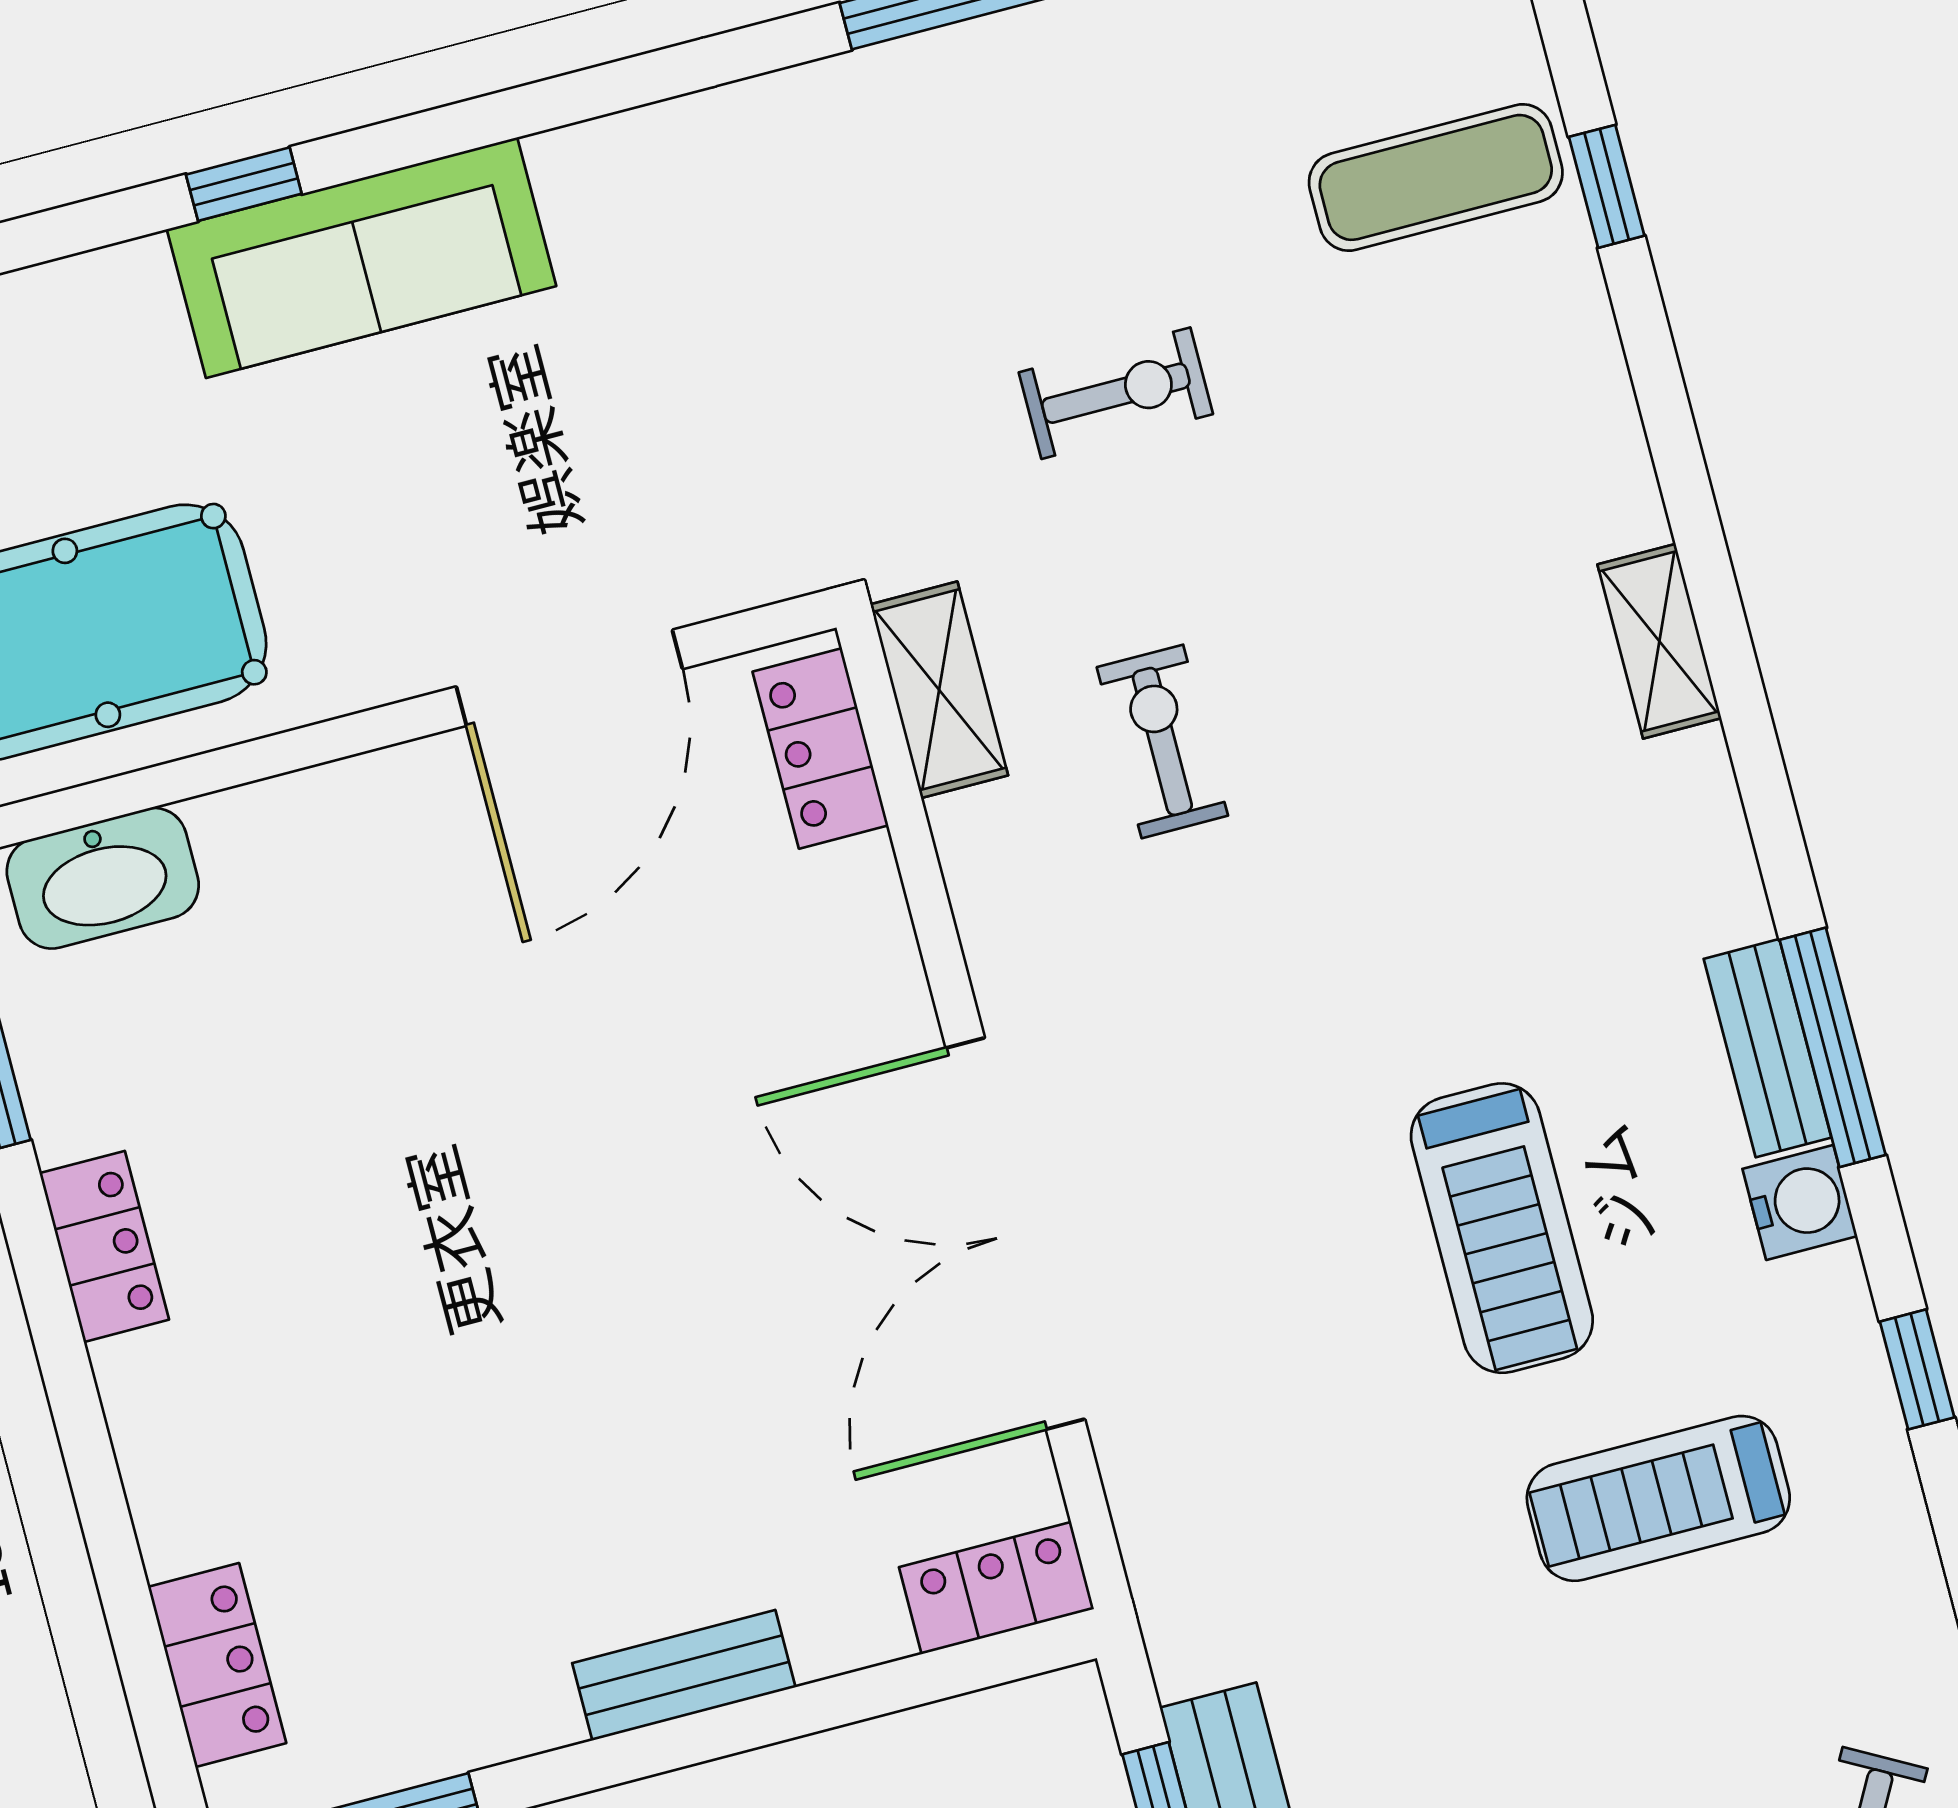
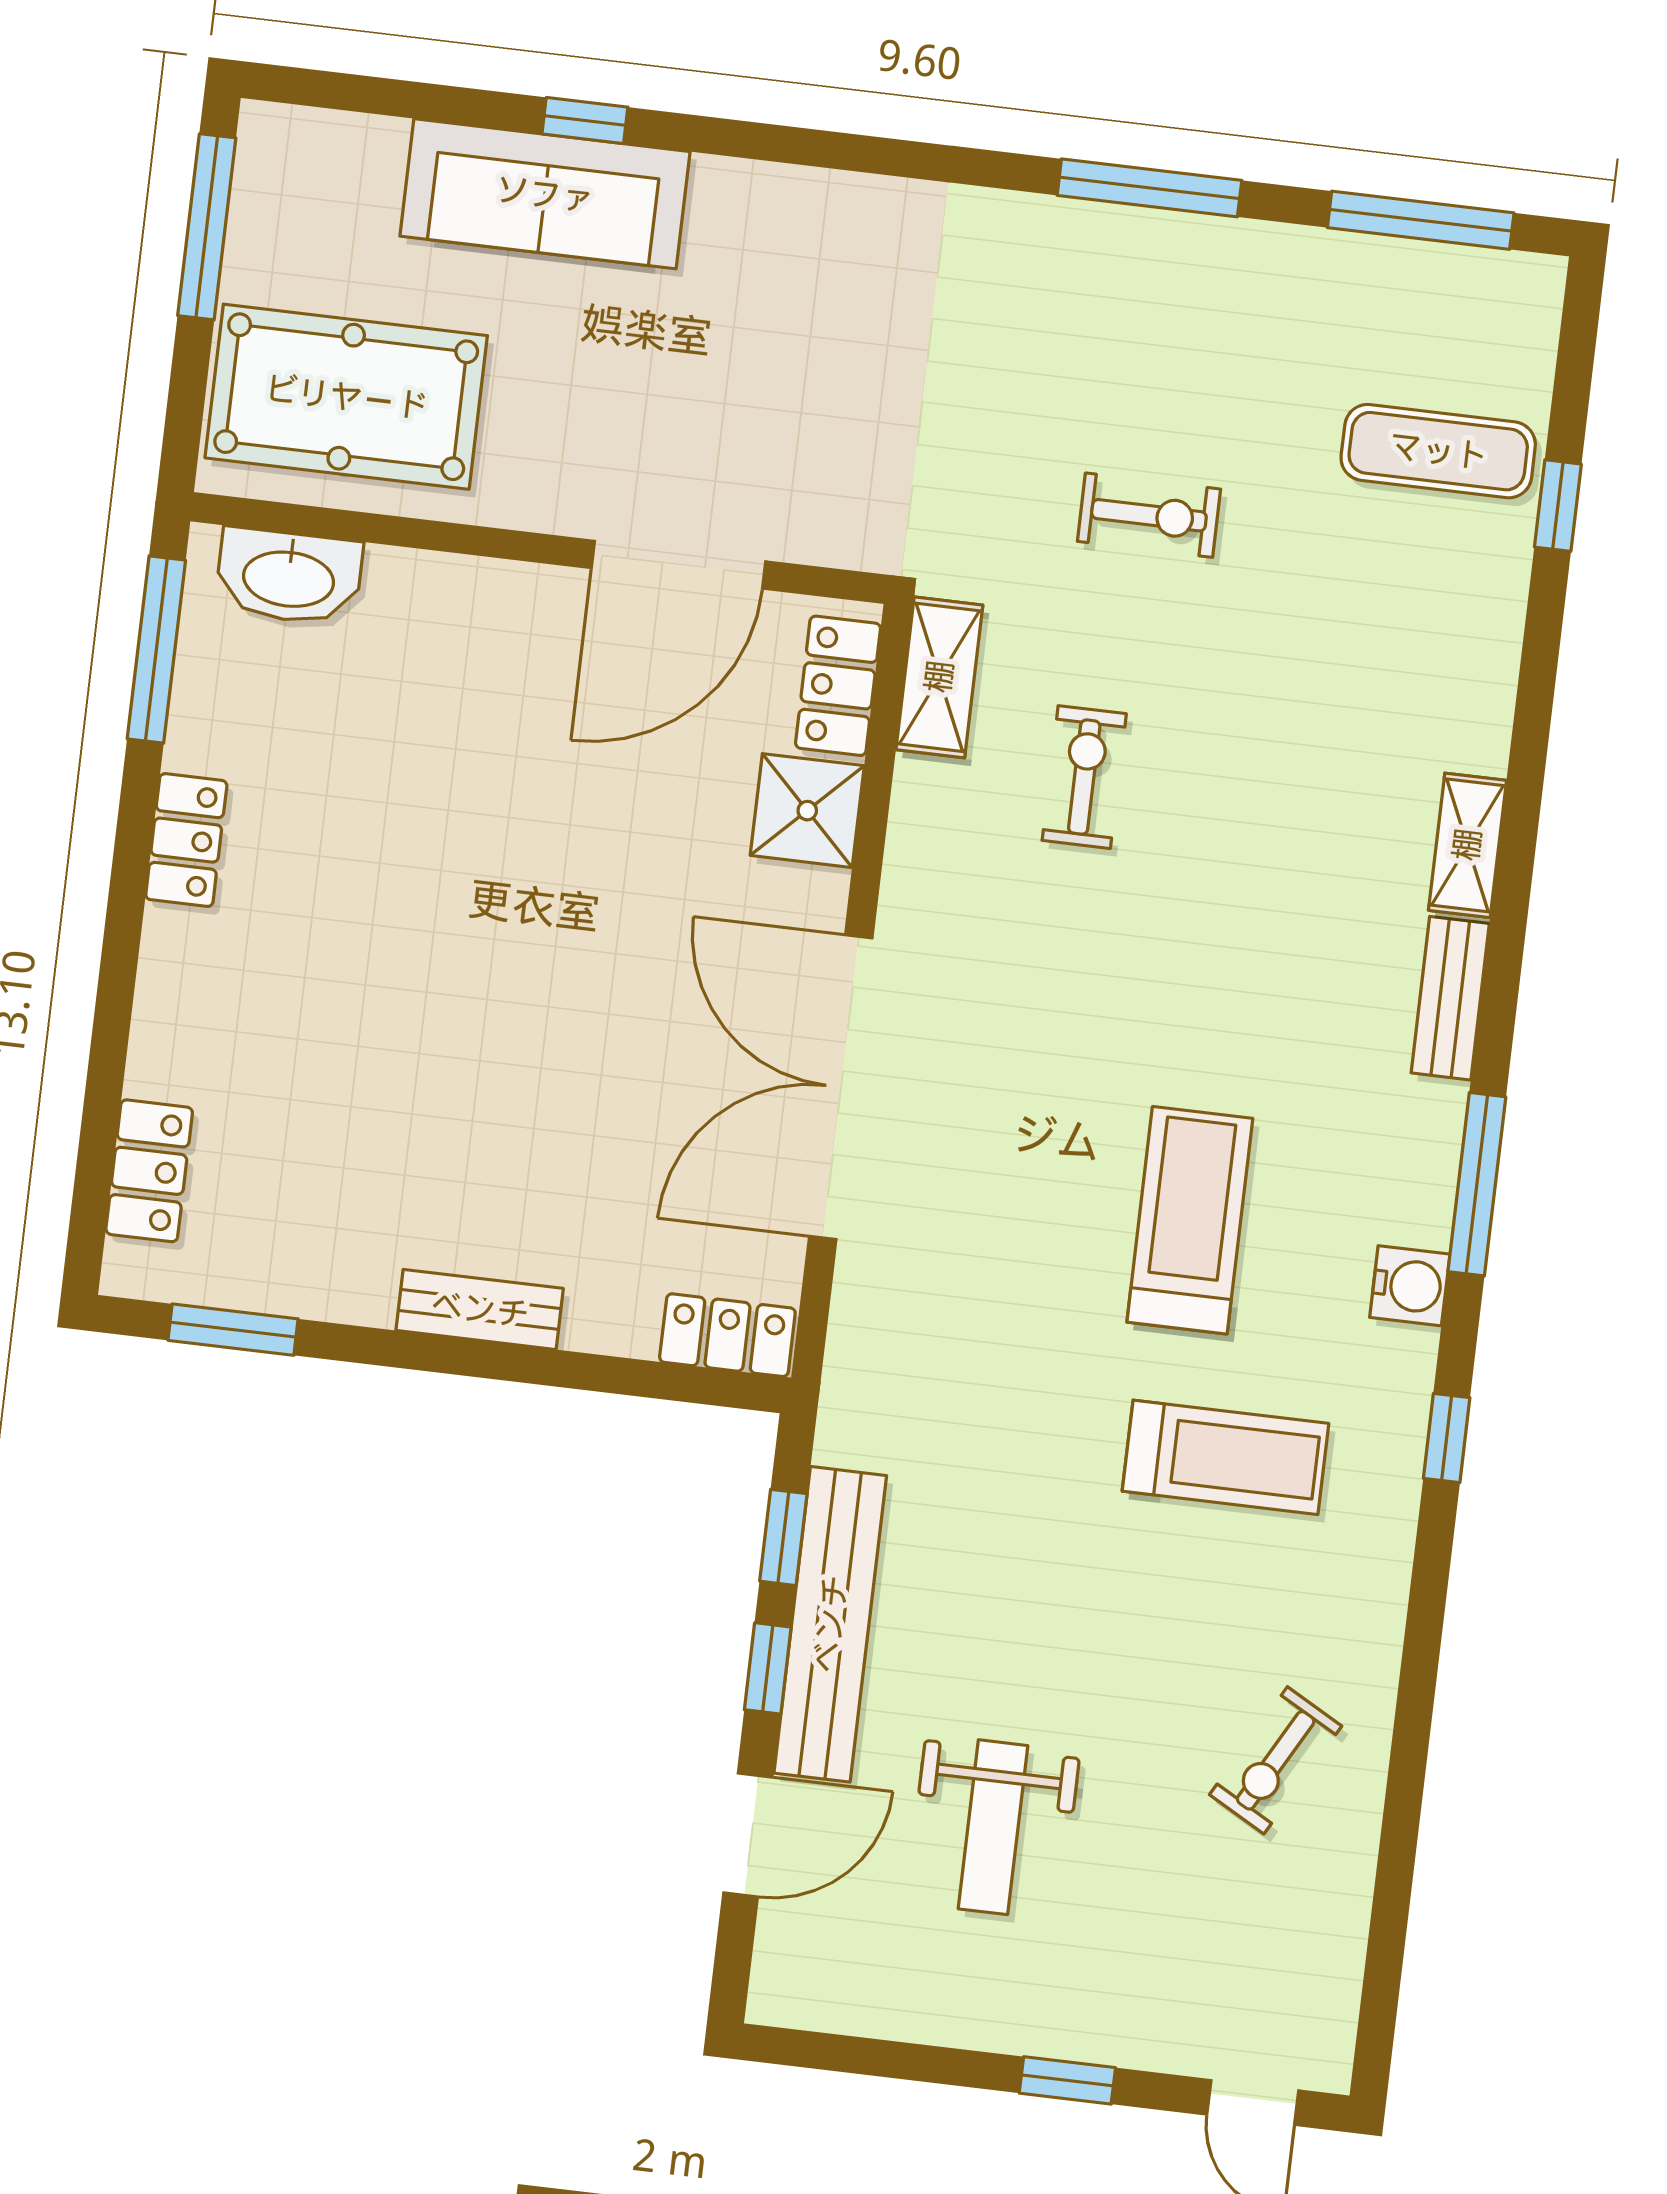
sofa: (362, 258) -> (545, 194), moved
shower: (843, 914) -> (807, 811), added
bench: (1768, 1048) -> (1450, 998), moved
treadmill: (1502, 1228) -> (1190, 1220), turned 180
treadmill: (1658, 1498) -> (1226, 1457), turned 180

